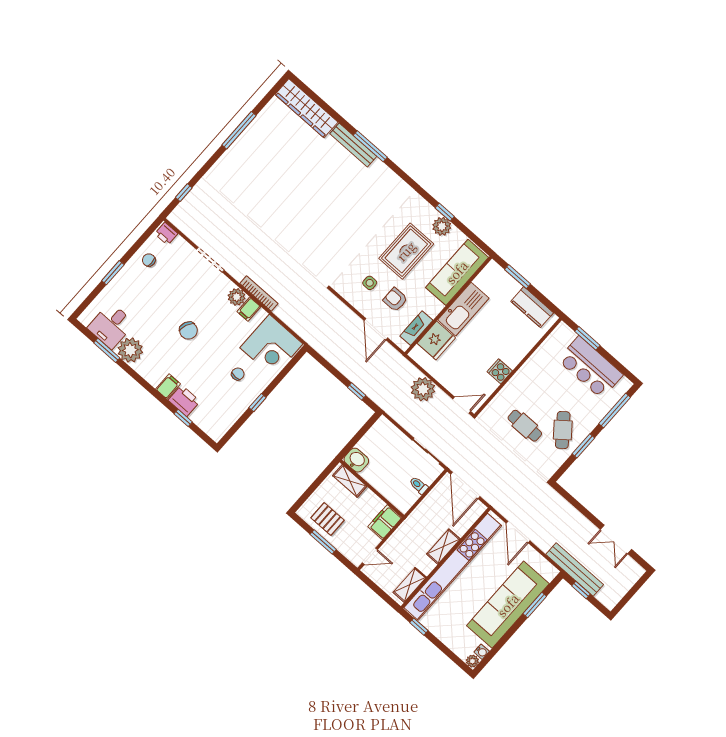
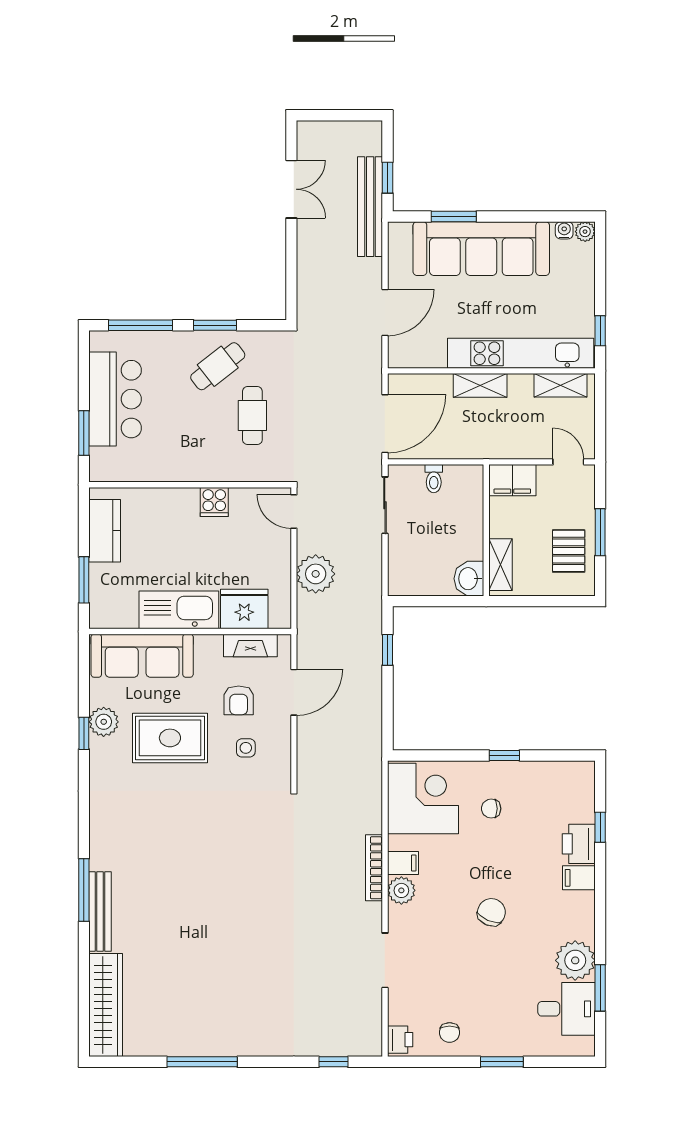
kitchen unit: (453, 567) -> (521, 353), width x0.73

